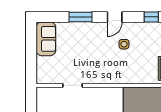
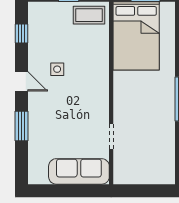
sofa: (46, 39) -> (79, 171), moved, width x1.36

